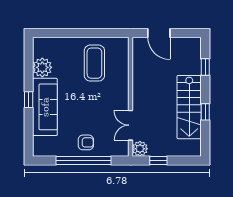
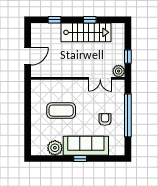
coffee table: (94, 63) -> (61, 111), moved
armchair: (86, 142) -> (105, 119), moved

